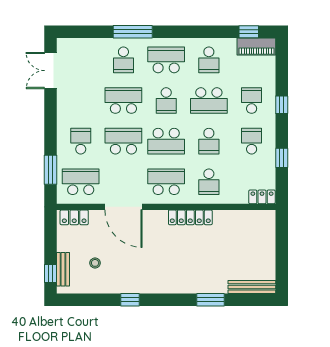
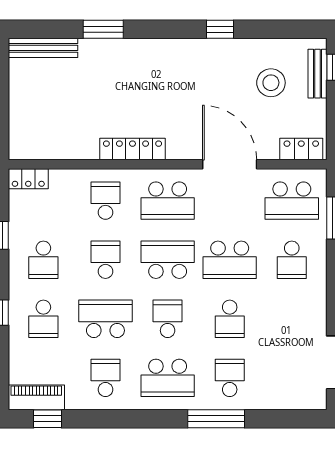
school desk: (123, 101) -> (230, 319), width x0.54
stool: (95, 263) -> (271, 83), width x1.89, depth x1.89

